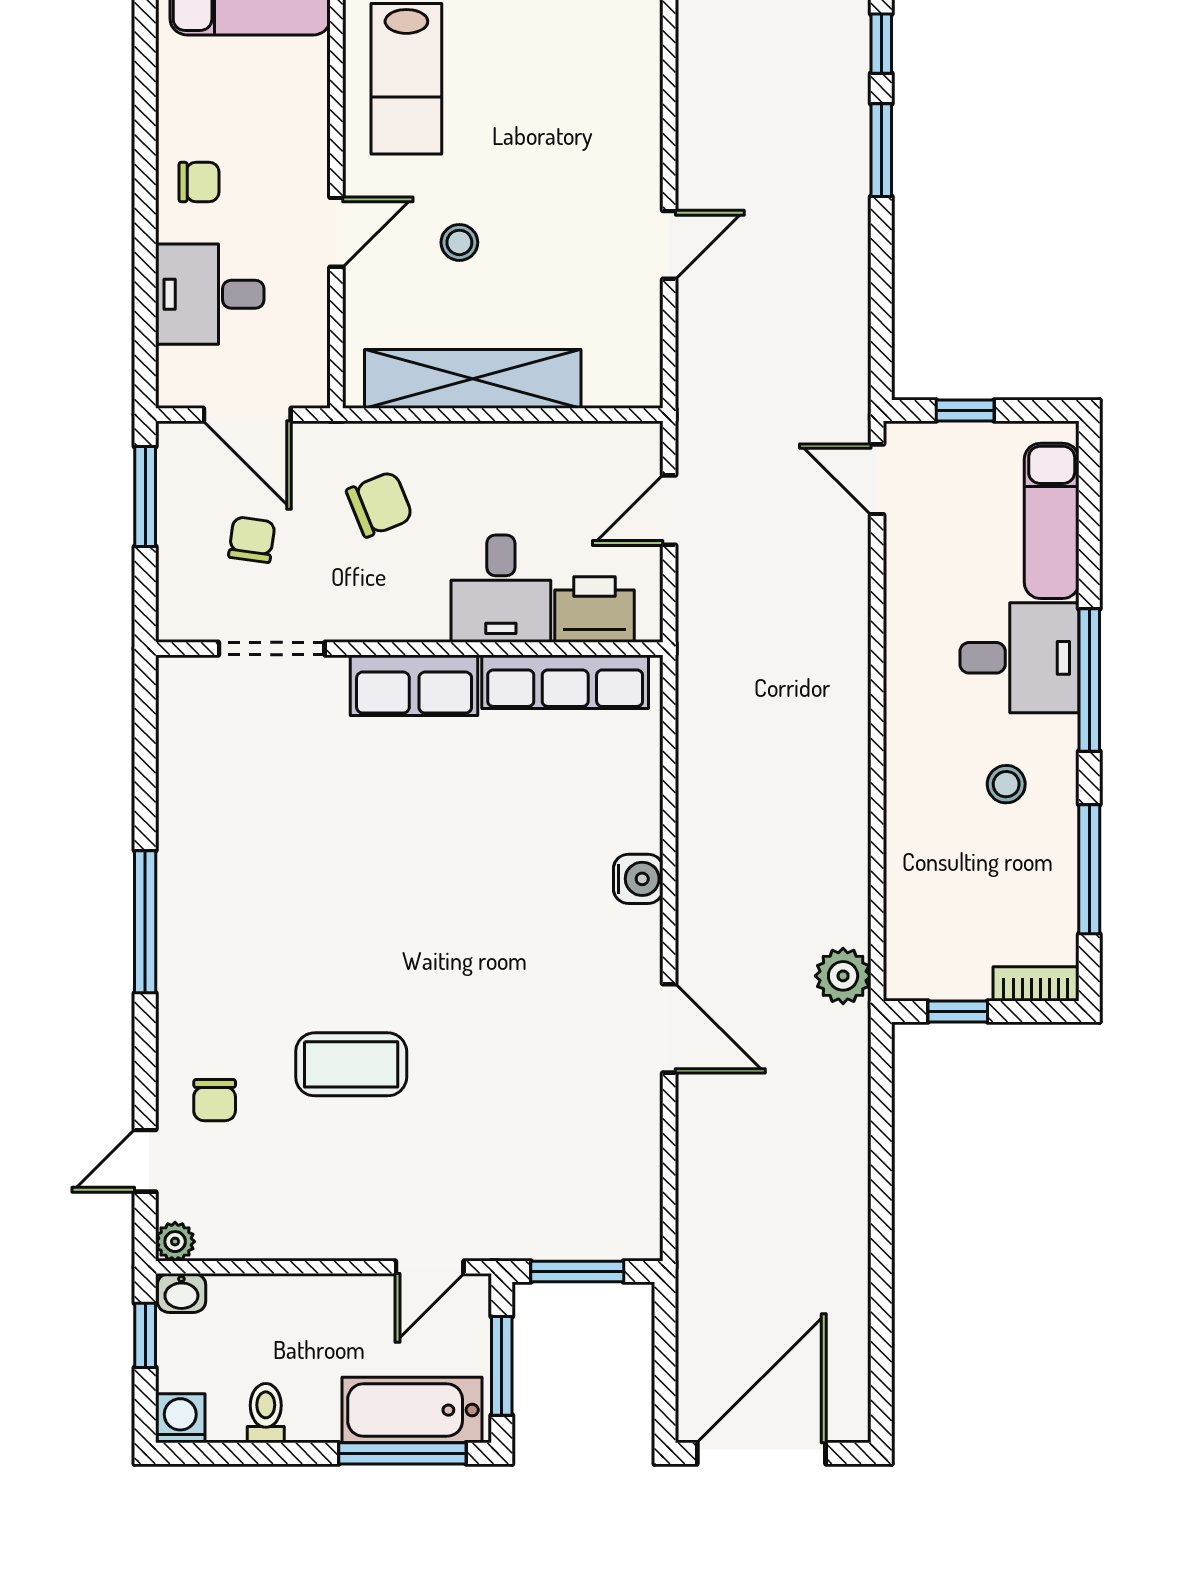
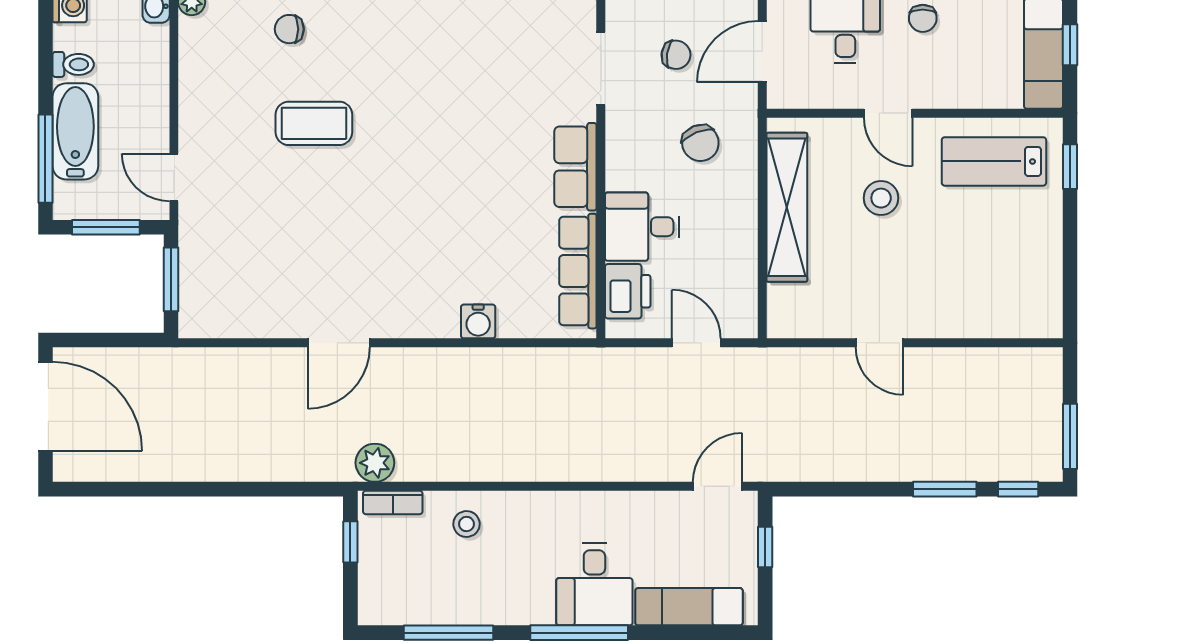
stool: (459, 242) -> (881, 198), width x1.37, depth x1.37
stool: (1006, 784) -> (466, 524), moved
water cooler: (638, 879) -> (478, 321), moved
bookcase: (1036, 984) -> (393, 502), moved, turned 90
coffee table: (351, 1064) -> (314, 123), turned 90
bathtub: (412, 1410) -> (75, 131), moved

